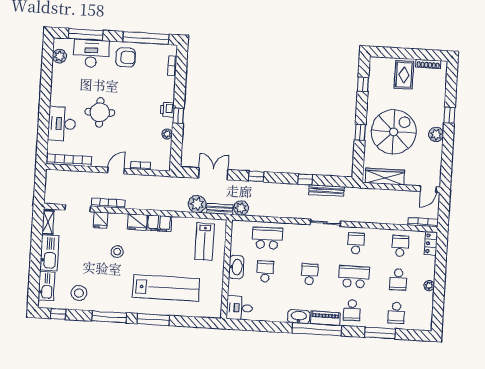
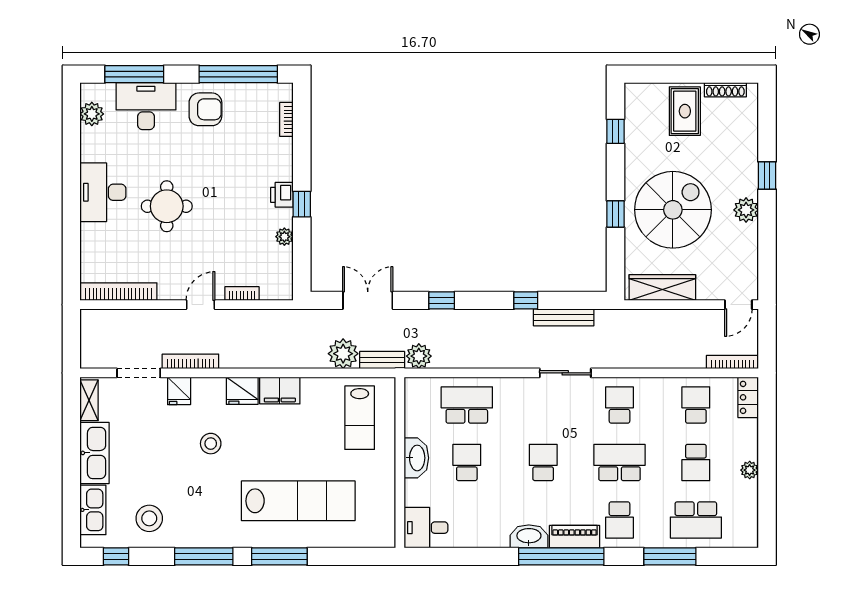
desk: (62, 124) -> (103, 192), moved
school desk: (396, 313) -> (696, 520), width x1.85

